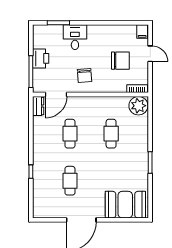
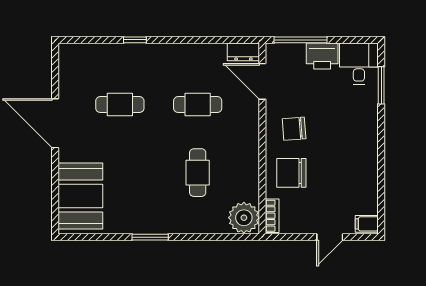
desk: (75, 37) -> (359, 64), moved, turned -90
chair: (120, 61) -> (291, 173), moved, turned 90
cafe table: (111, 134) -> (198, 173), turned 90

